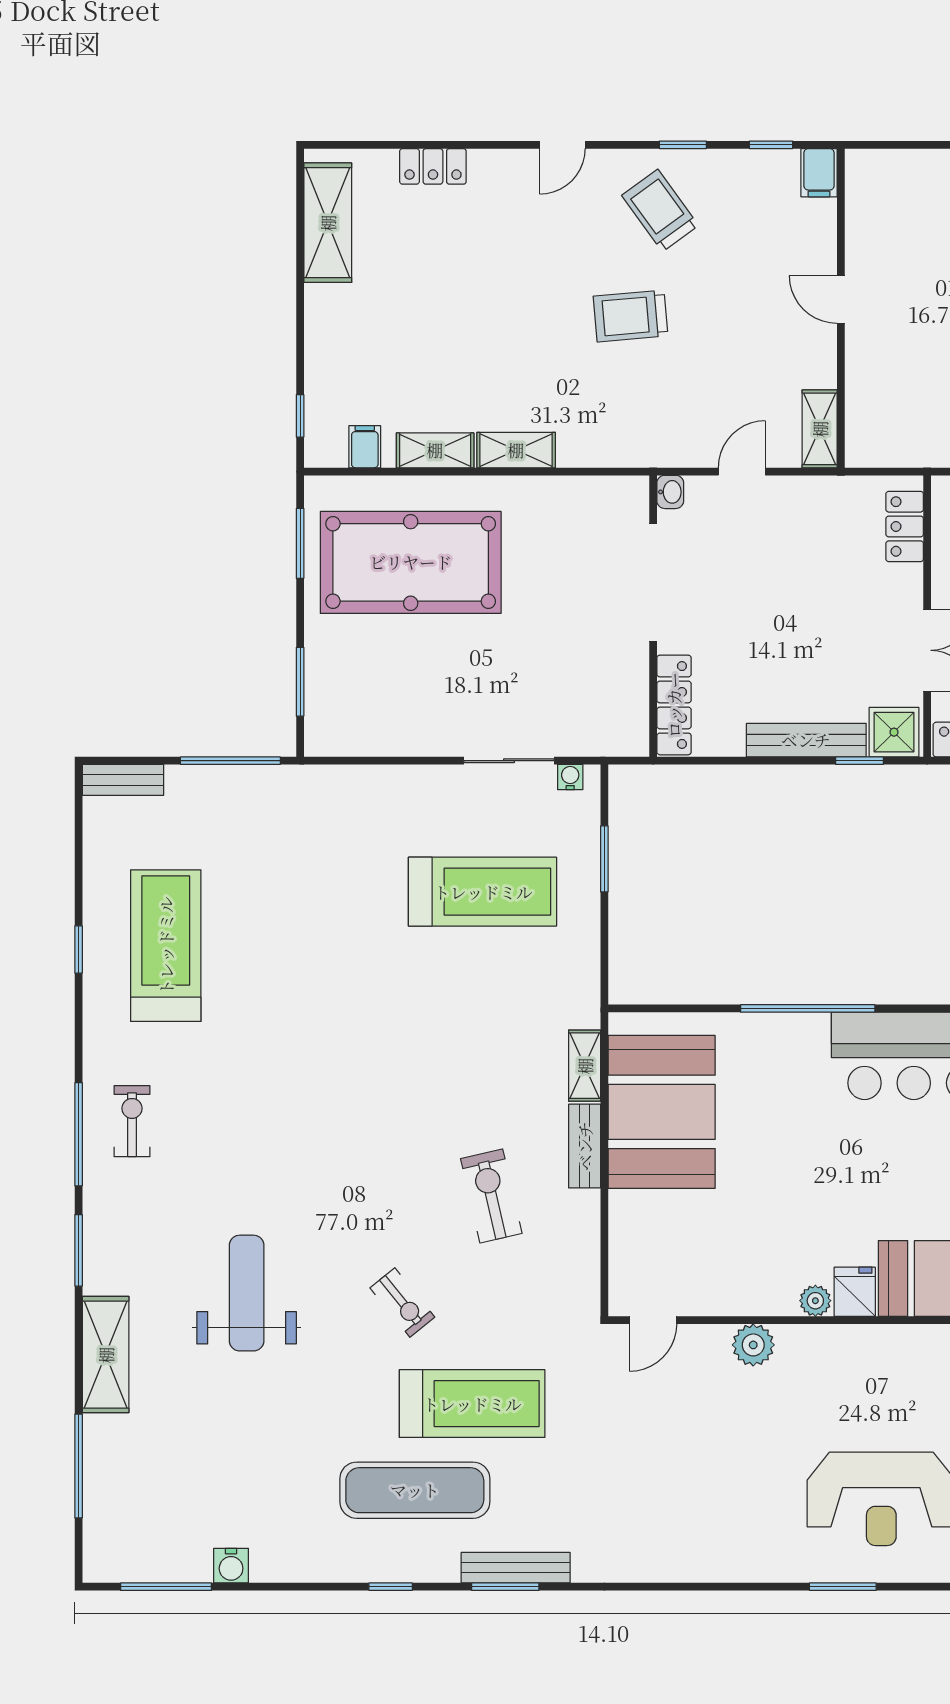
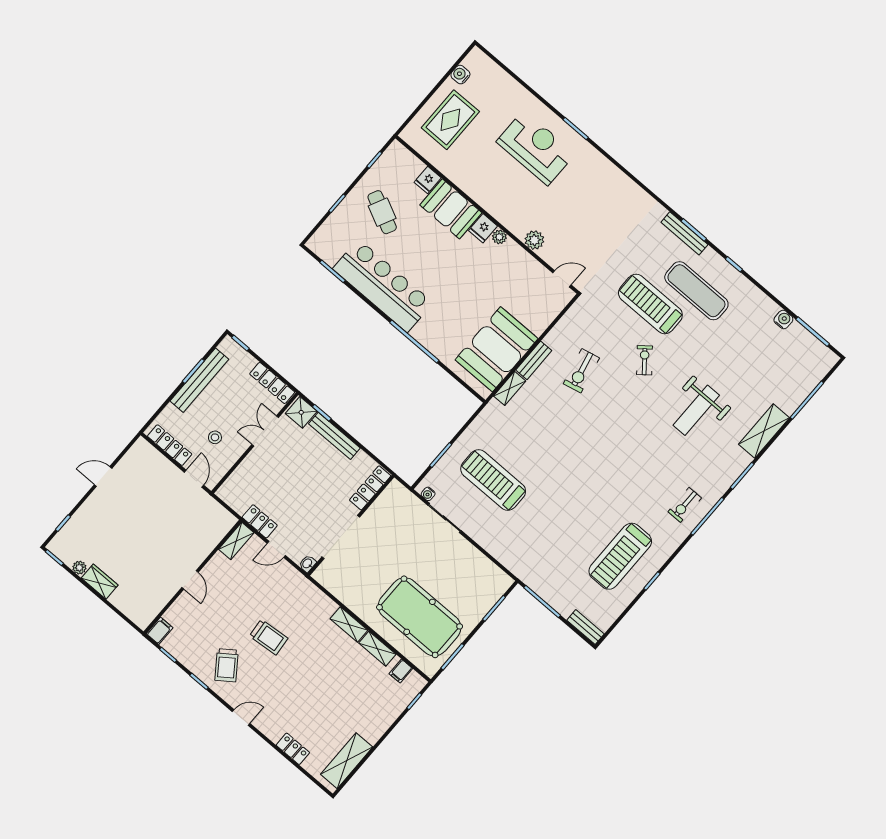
locker: (905, 526) -> (260, 521), moved, turned -90

